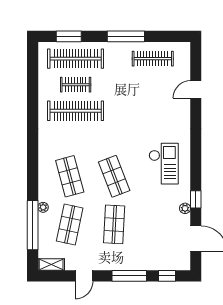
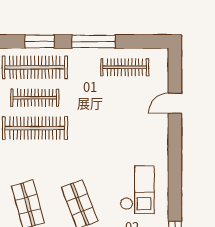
window: (69, 36) -> (40, 41), moved
clothes rail: (76, 85) -> (35, 98), width x1.36

